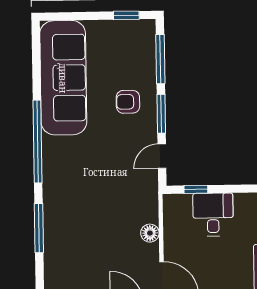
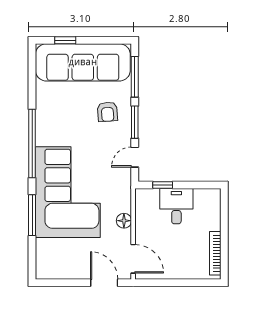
window: (126, 15) -> (65, 40), moved
sofa: (63, 78) -> (83, 62), moved, turned 90
armchair: (128, 102) -> (107, 112), turned -94
corner sofa: (82, 200) -> (68, 192), added

